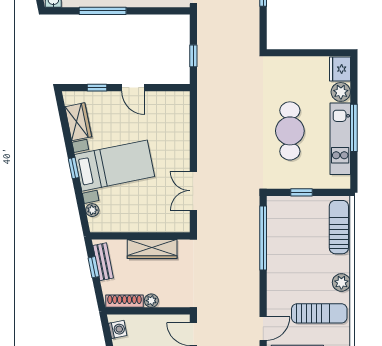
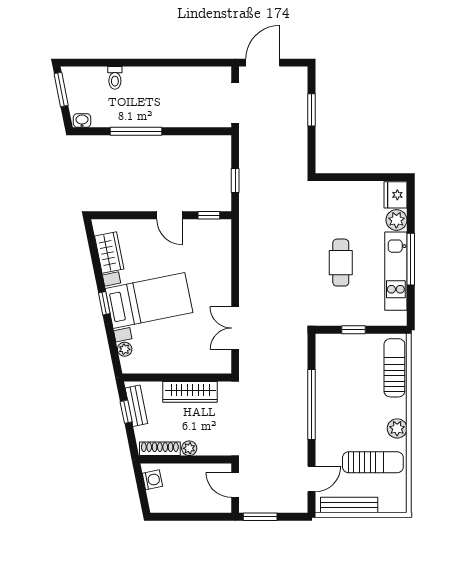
window: (97, 88) -> (209, 215), moved
cafe table: (290, 131) -> (341, 263), width x0.73, depth x0.74
window: (263, 238) -> (311, 405), moved

